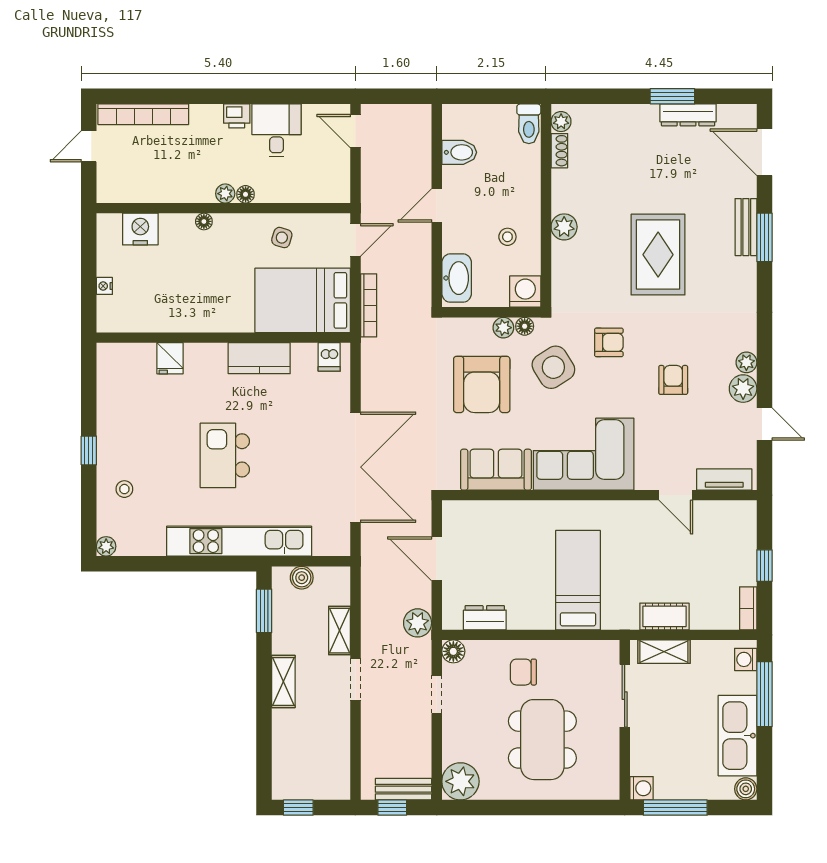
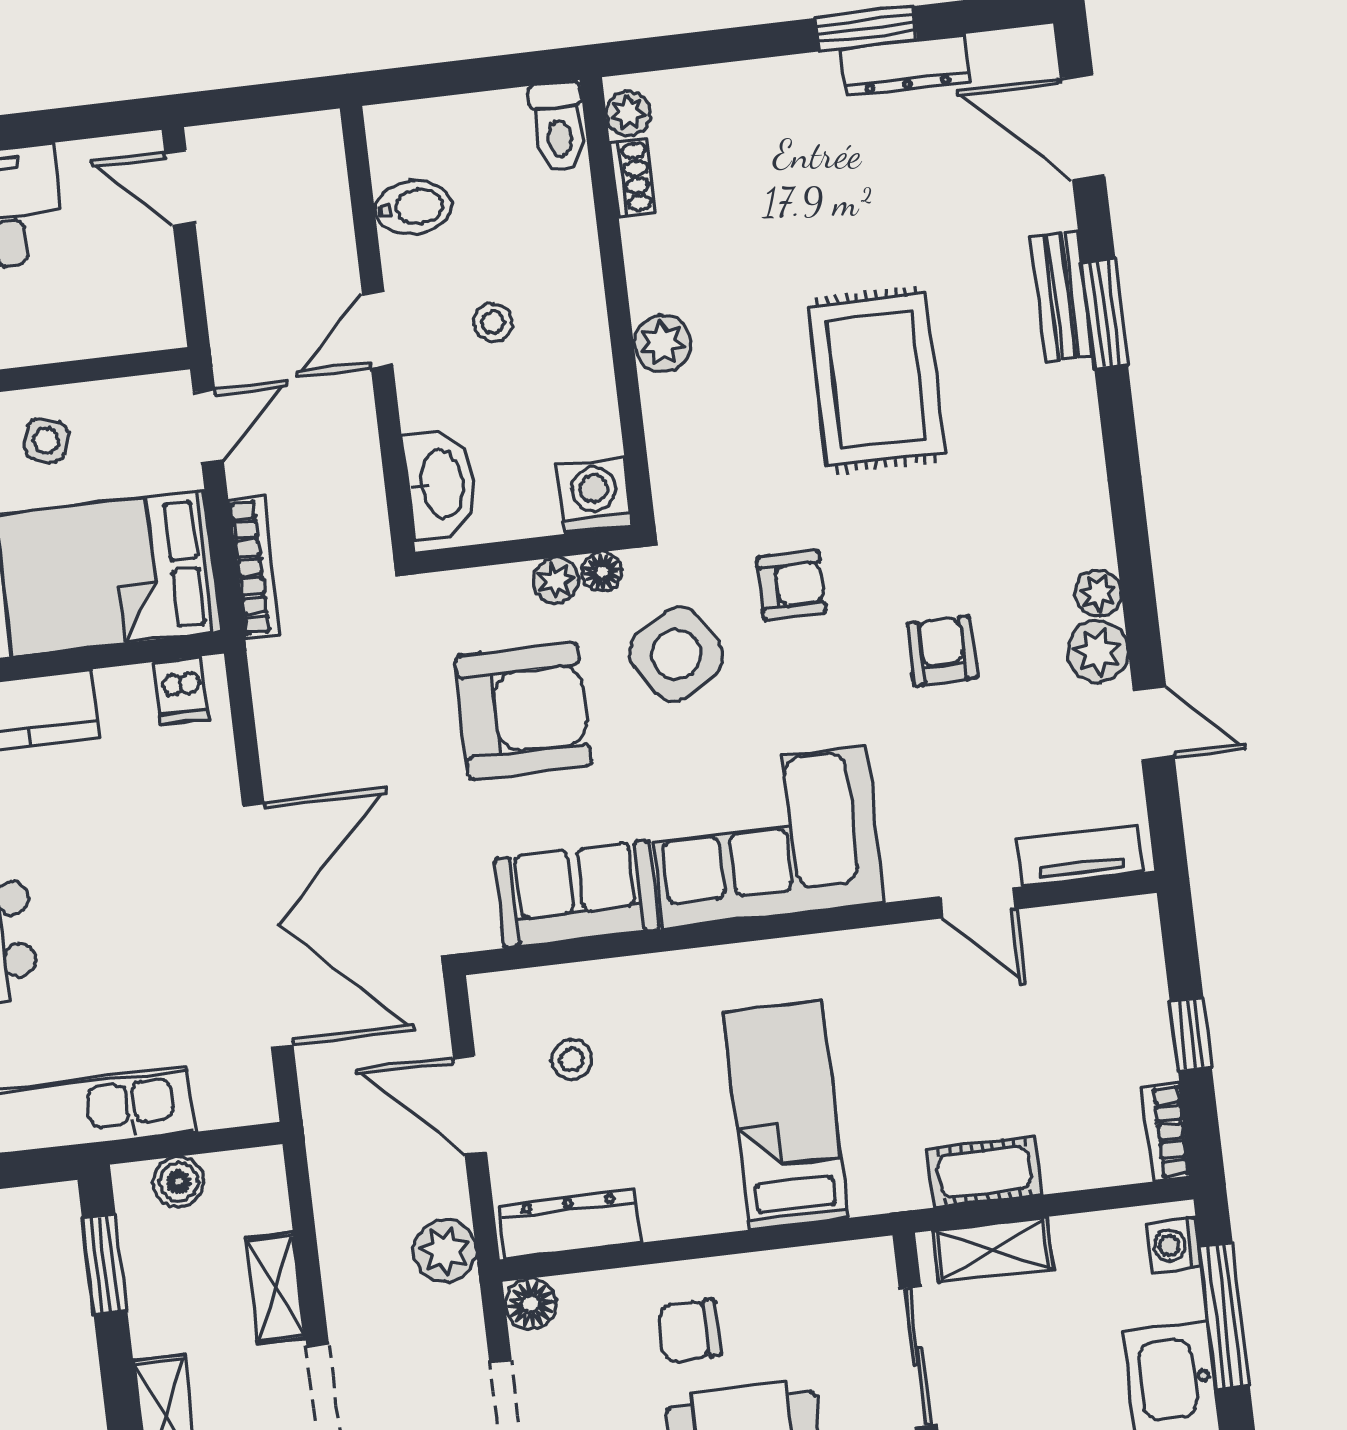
stool: (507, 237) -> (493, 322), moved
armchair: (482, 384) -> (523, 711), turned -90
stool: (485, 544) -> (572, 1059), added
dresser: (485, 618) -> (570, 1224), width x1.44

